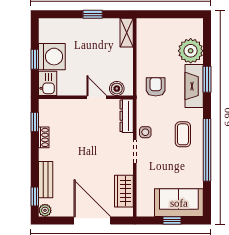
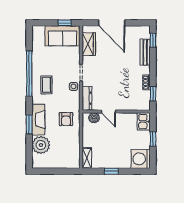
washing machine: (52, 57) -> (141, 159), moved
sofa: (179, 203) -> (63, 36), moved
plant: (45, 210) -> (146, 30), removed
window: (172, 221) -> (65, 23), moved

